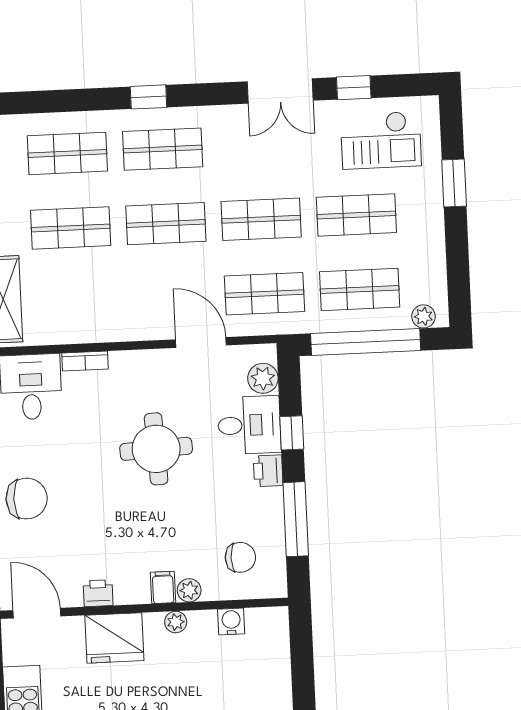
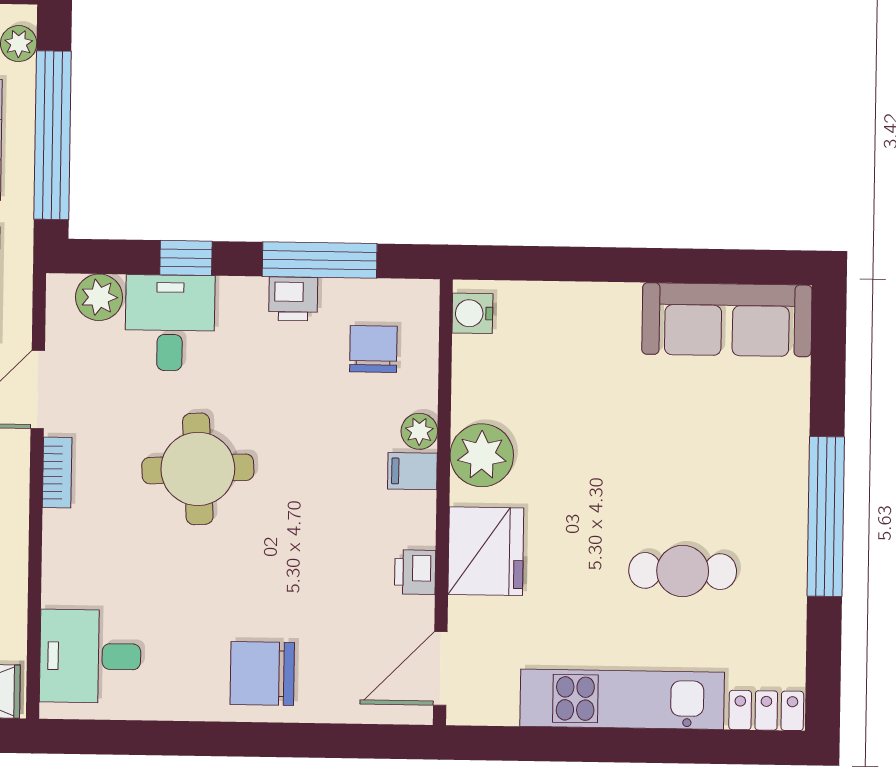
bookcase: (85, 361) -> (57, 473), moved
printer: (268, 471) -> (293, 299), moved
chair: (27, 499) -> (262, 674), turned -90
plant: (176, 622) -> (482, 455), width x1.88, depth x1.88
water cooler: (231, 622) -> (472, 313), moved

